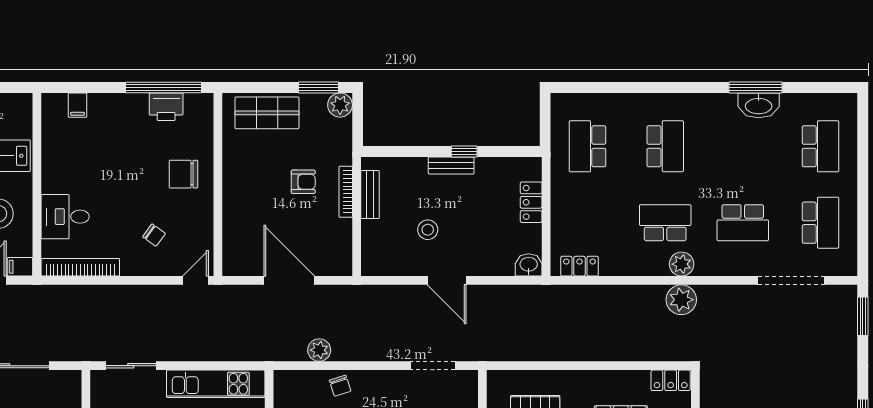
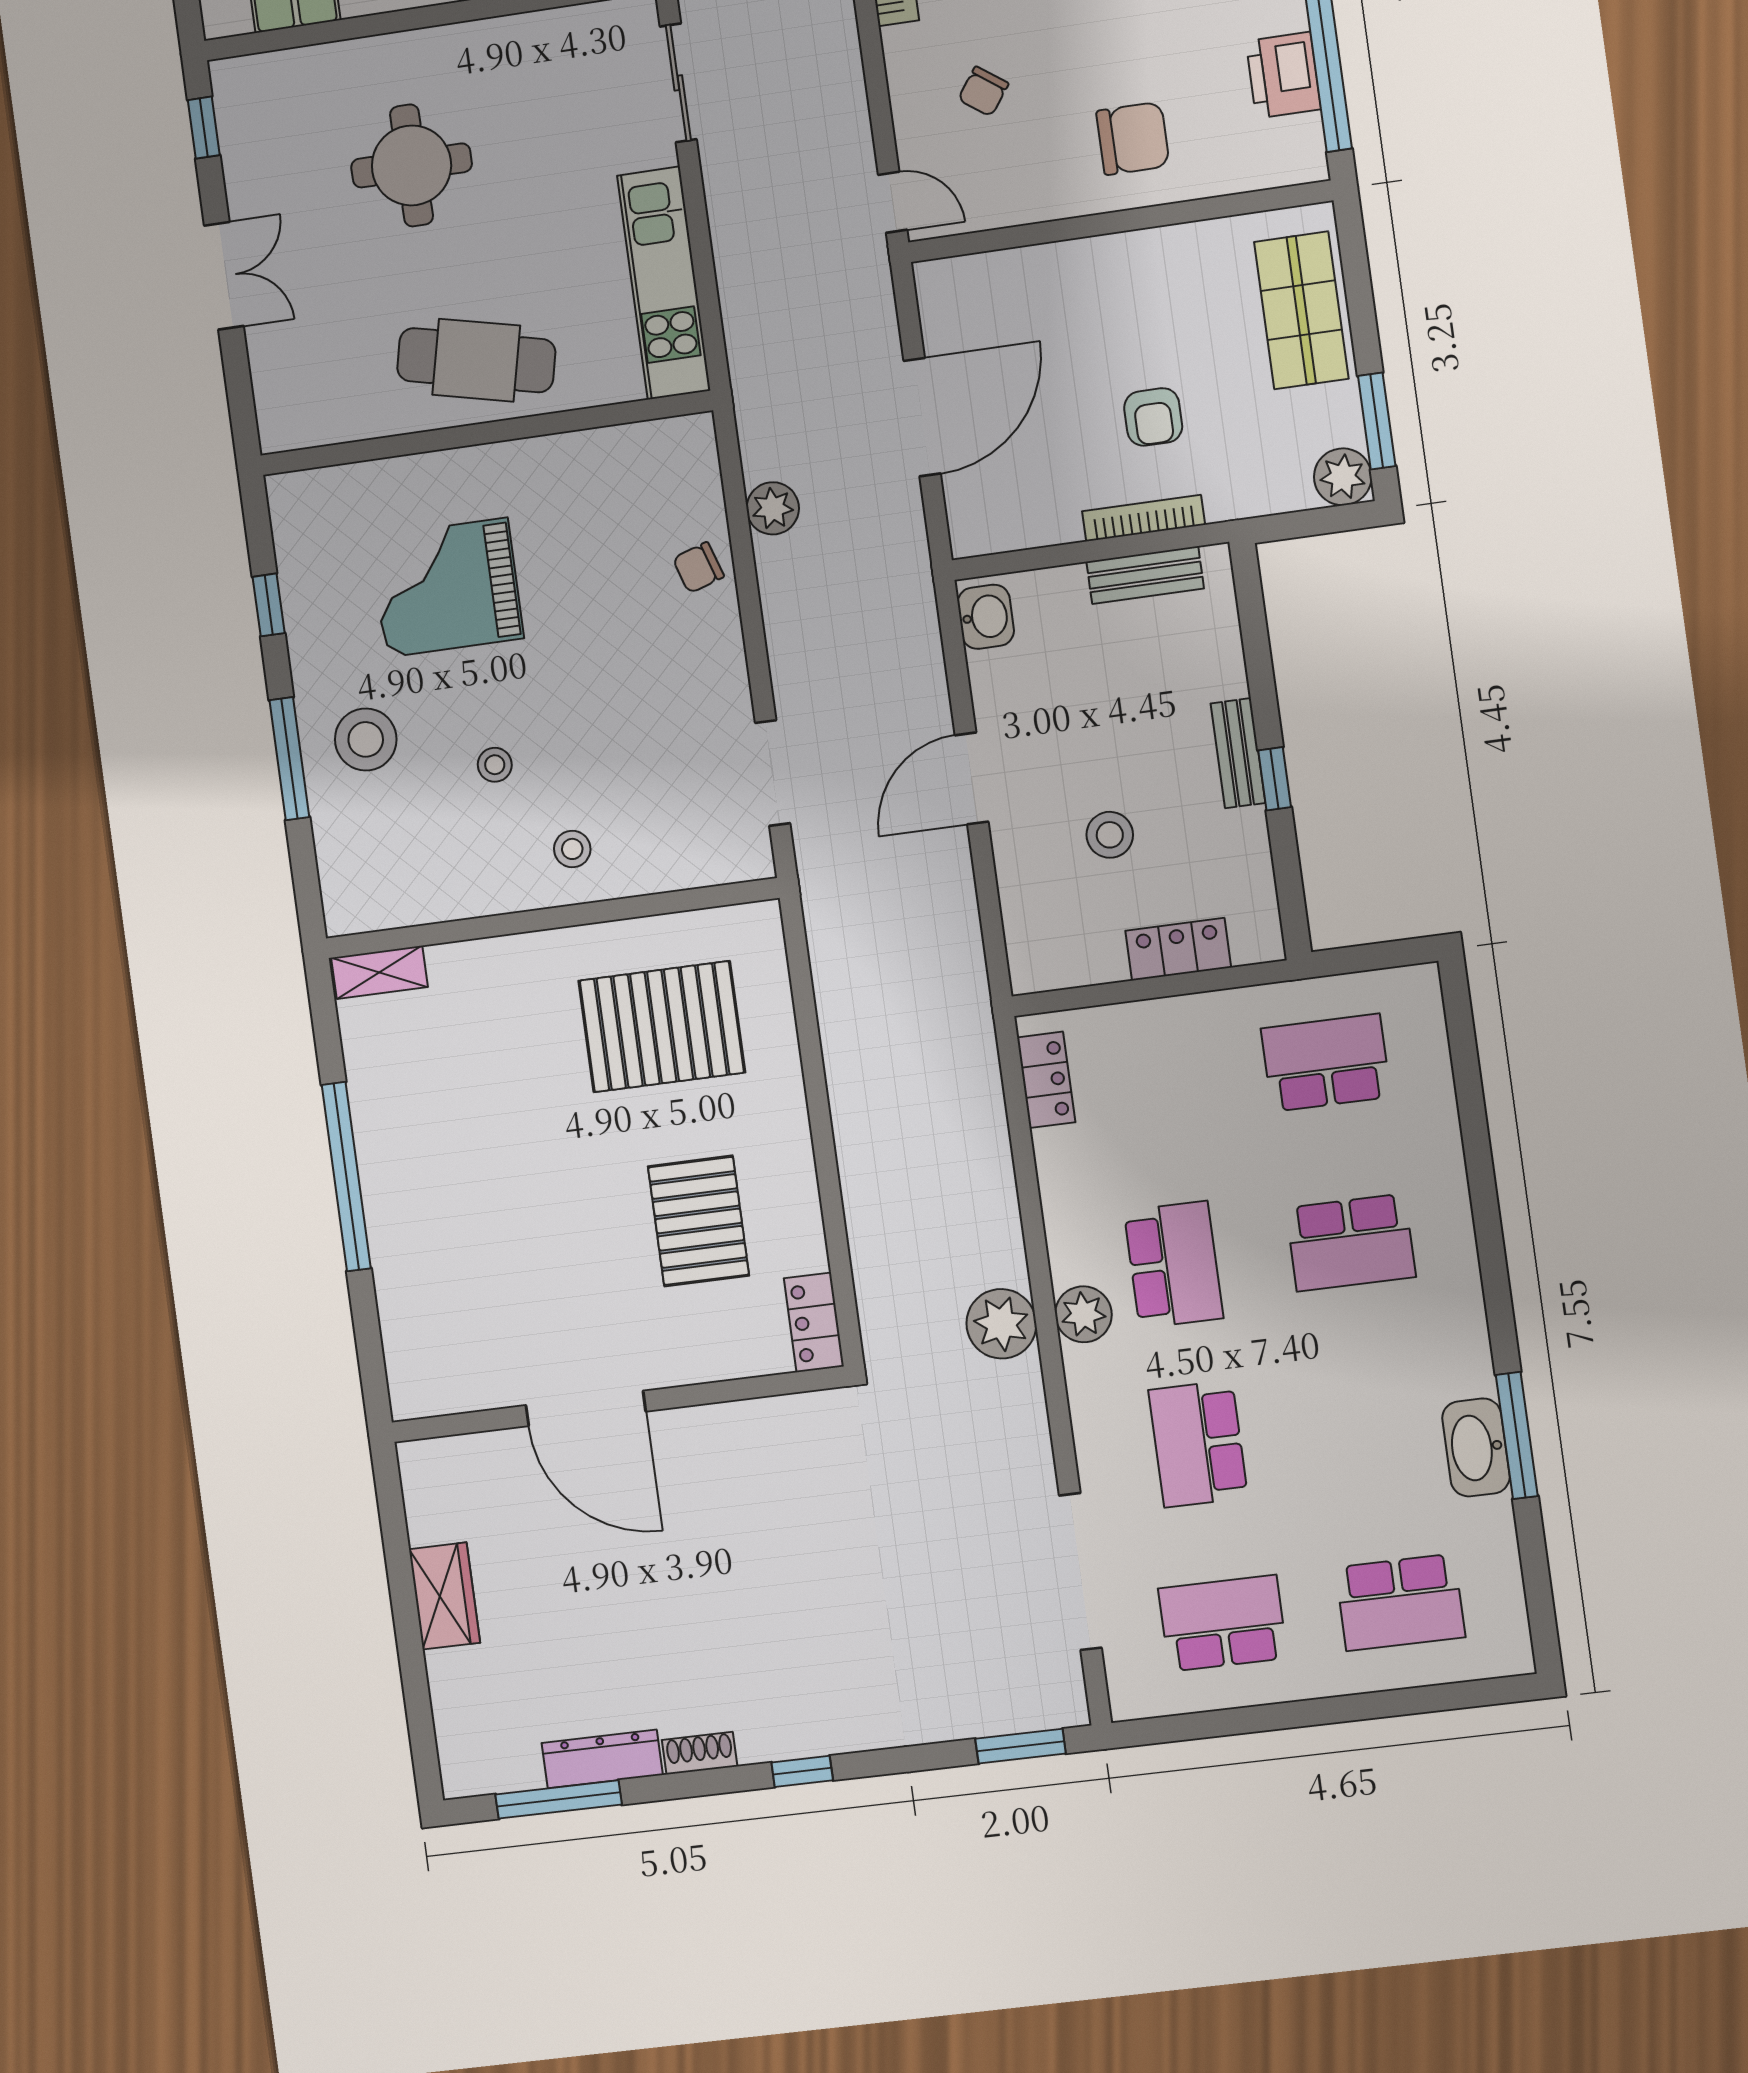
chair: (183, 174) -> (1133, 138), turned 90
school desk: (820, 223) -> (1223, 1623), turned 180
stool: (428, 230) -> (1110, 835), moved
washbasin: (529, 265) -> (986, 617), moved

